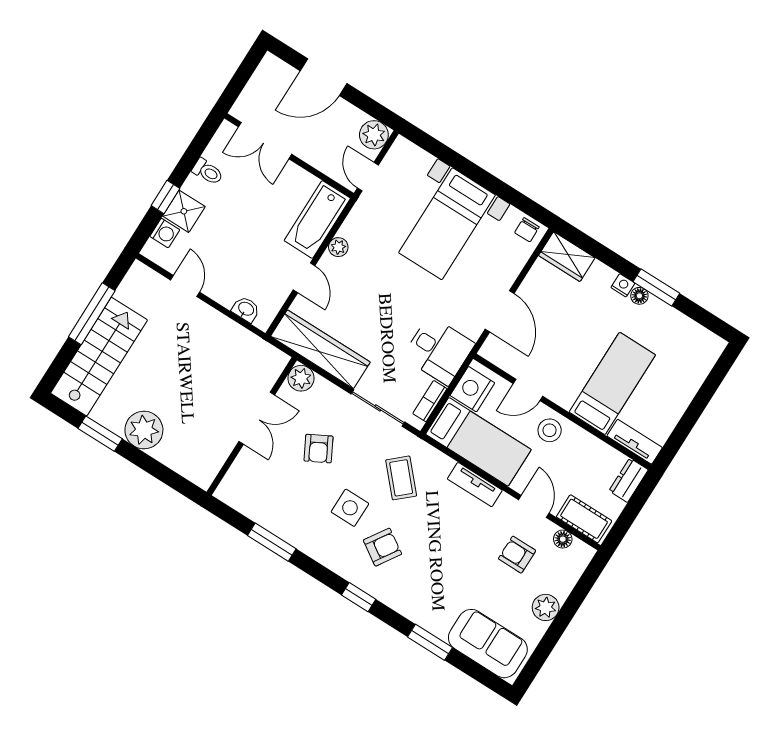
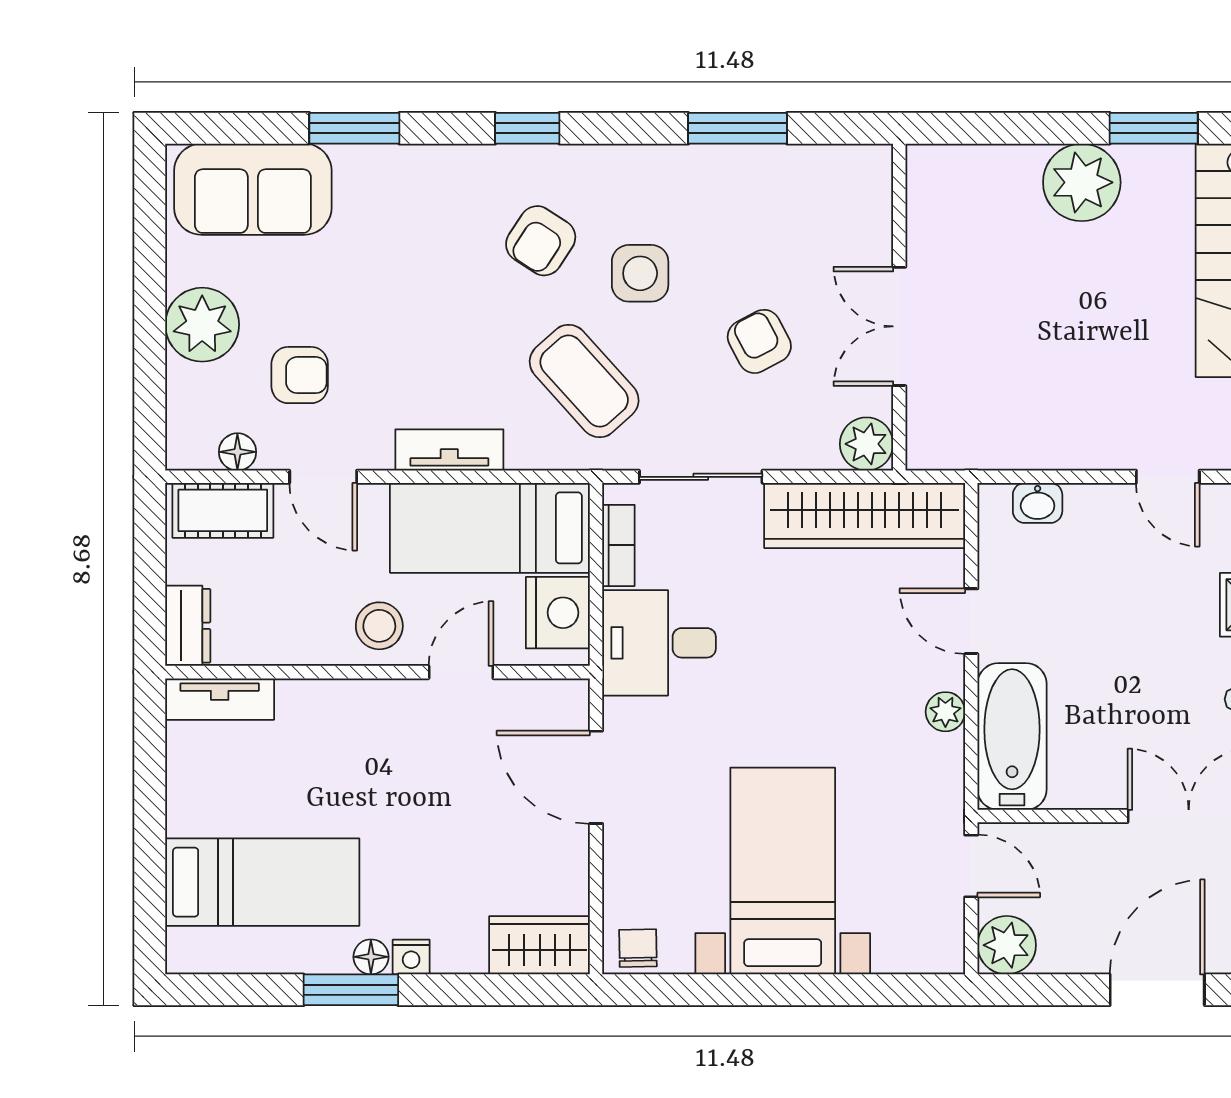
bed: (612, 384) -> (262, 882), moved, turned -90
coffee table: (401, 478) -> (584, 381), width x1.36, depth x1.30
plant: (546, 607) -> (202, 325), width x1.36, depth x1.36

